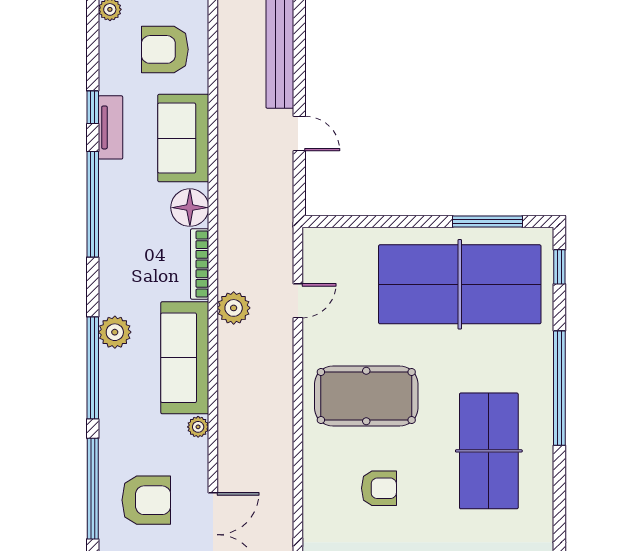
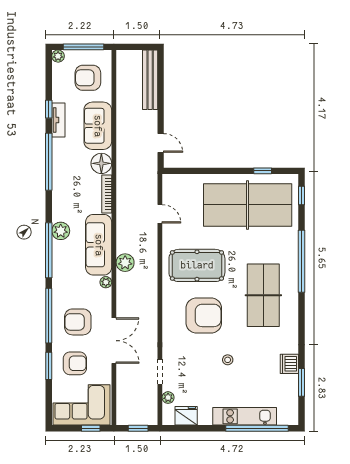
door: (299, 133) -> (161, 143), moved
window: (488, 221) -> (263, 171), width x0.46
door: (298, 301) -> (160, 214), hinge flipped
plant: (234, 308) -> (125, 263), moved
armchair: (379, 488) -> (204, 315), width x1.88, depth x1.88
armchair: (146, 500) -> (78, 322), turned 180

